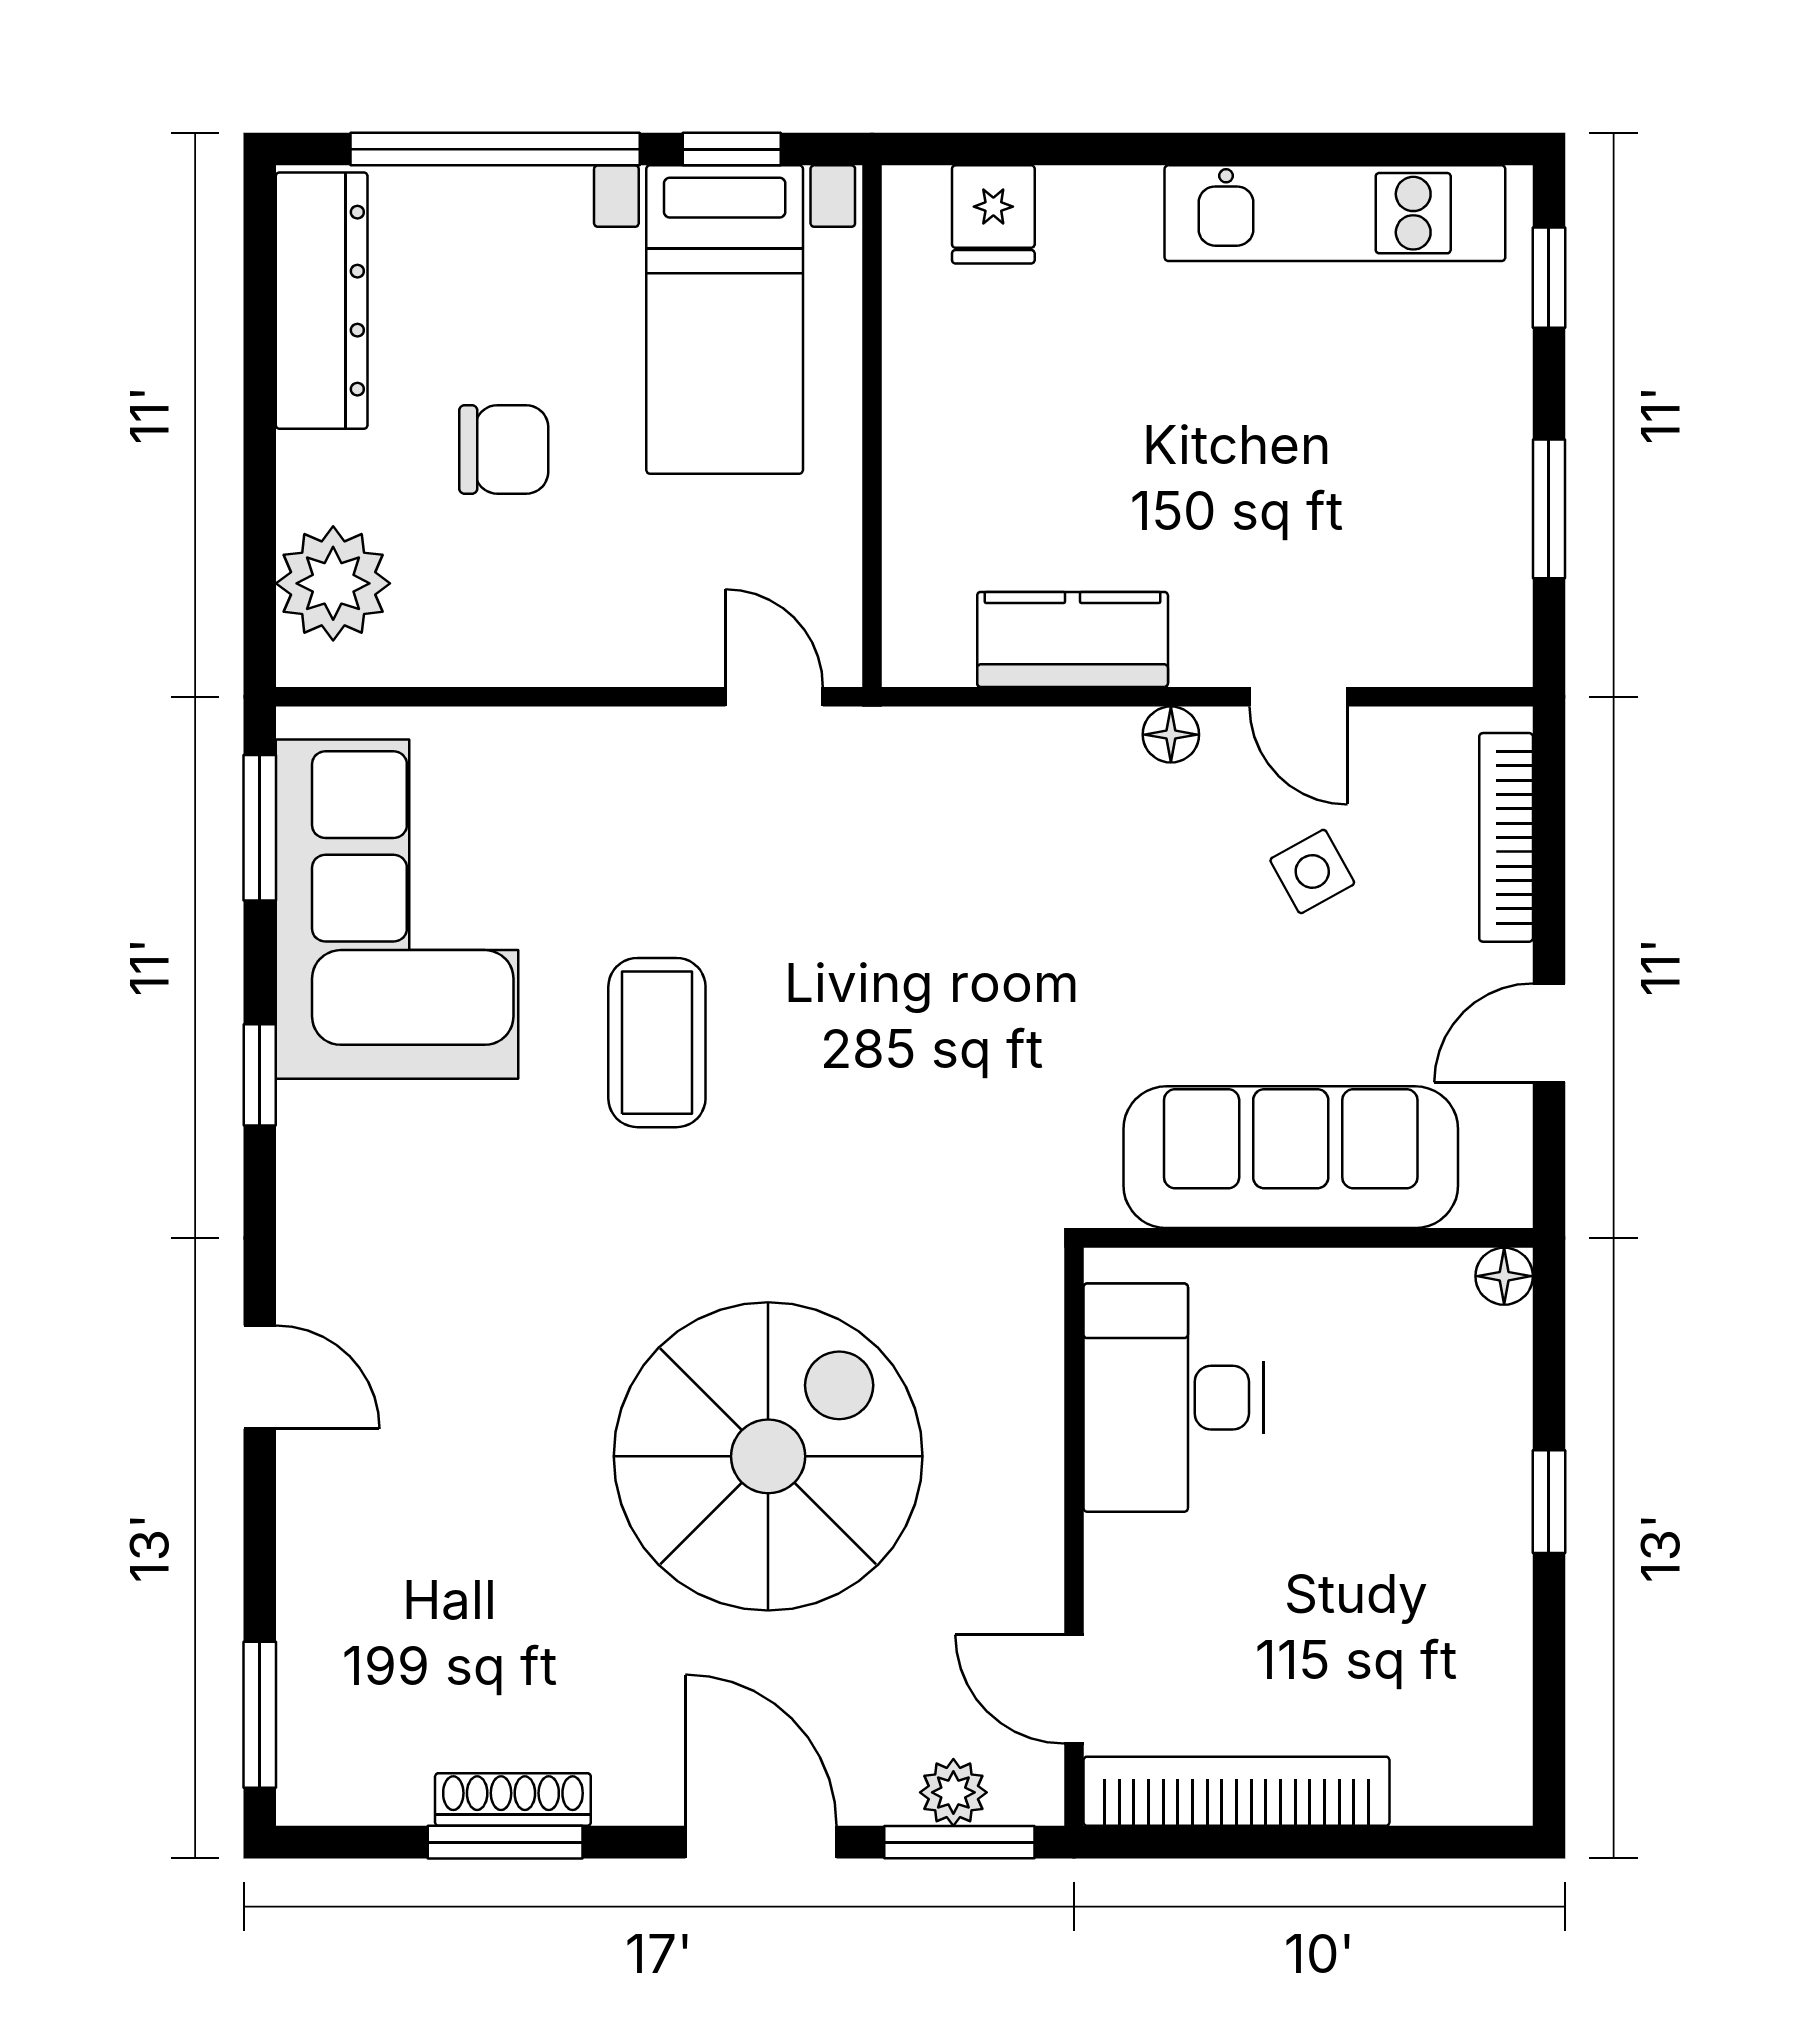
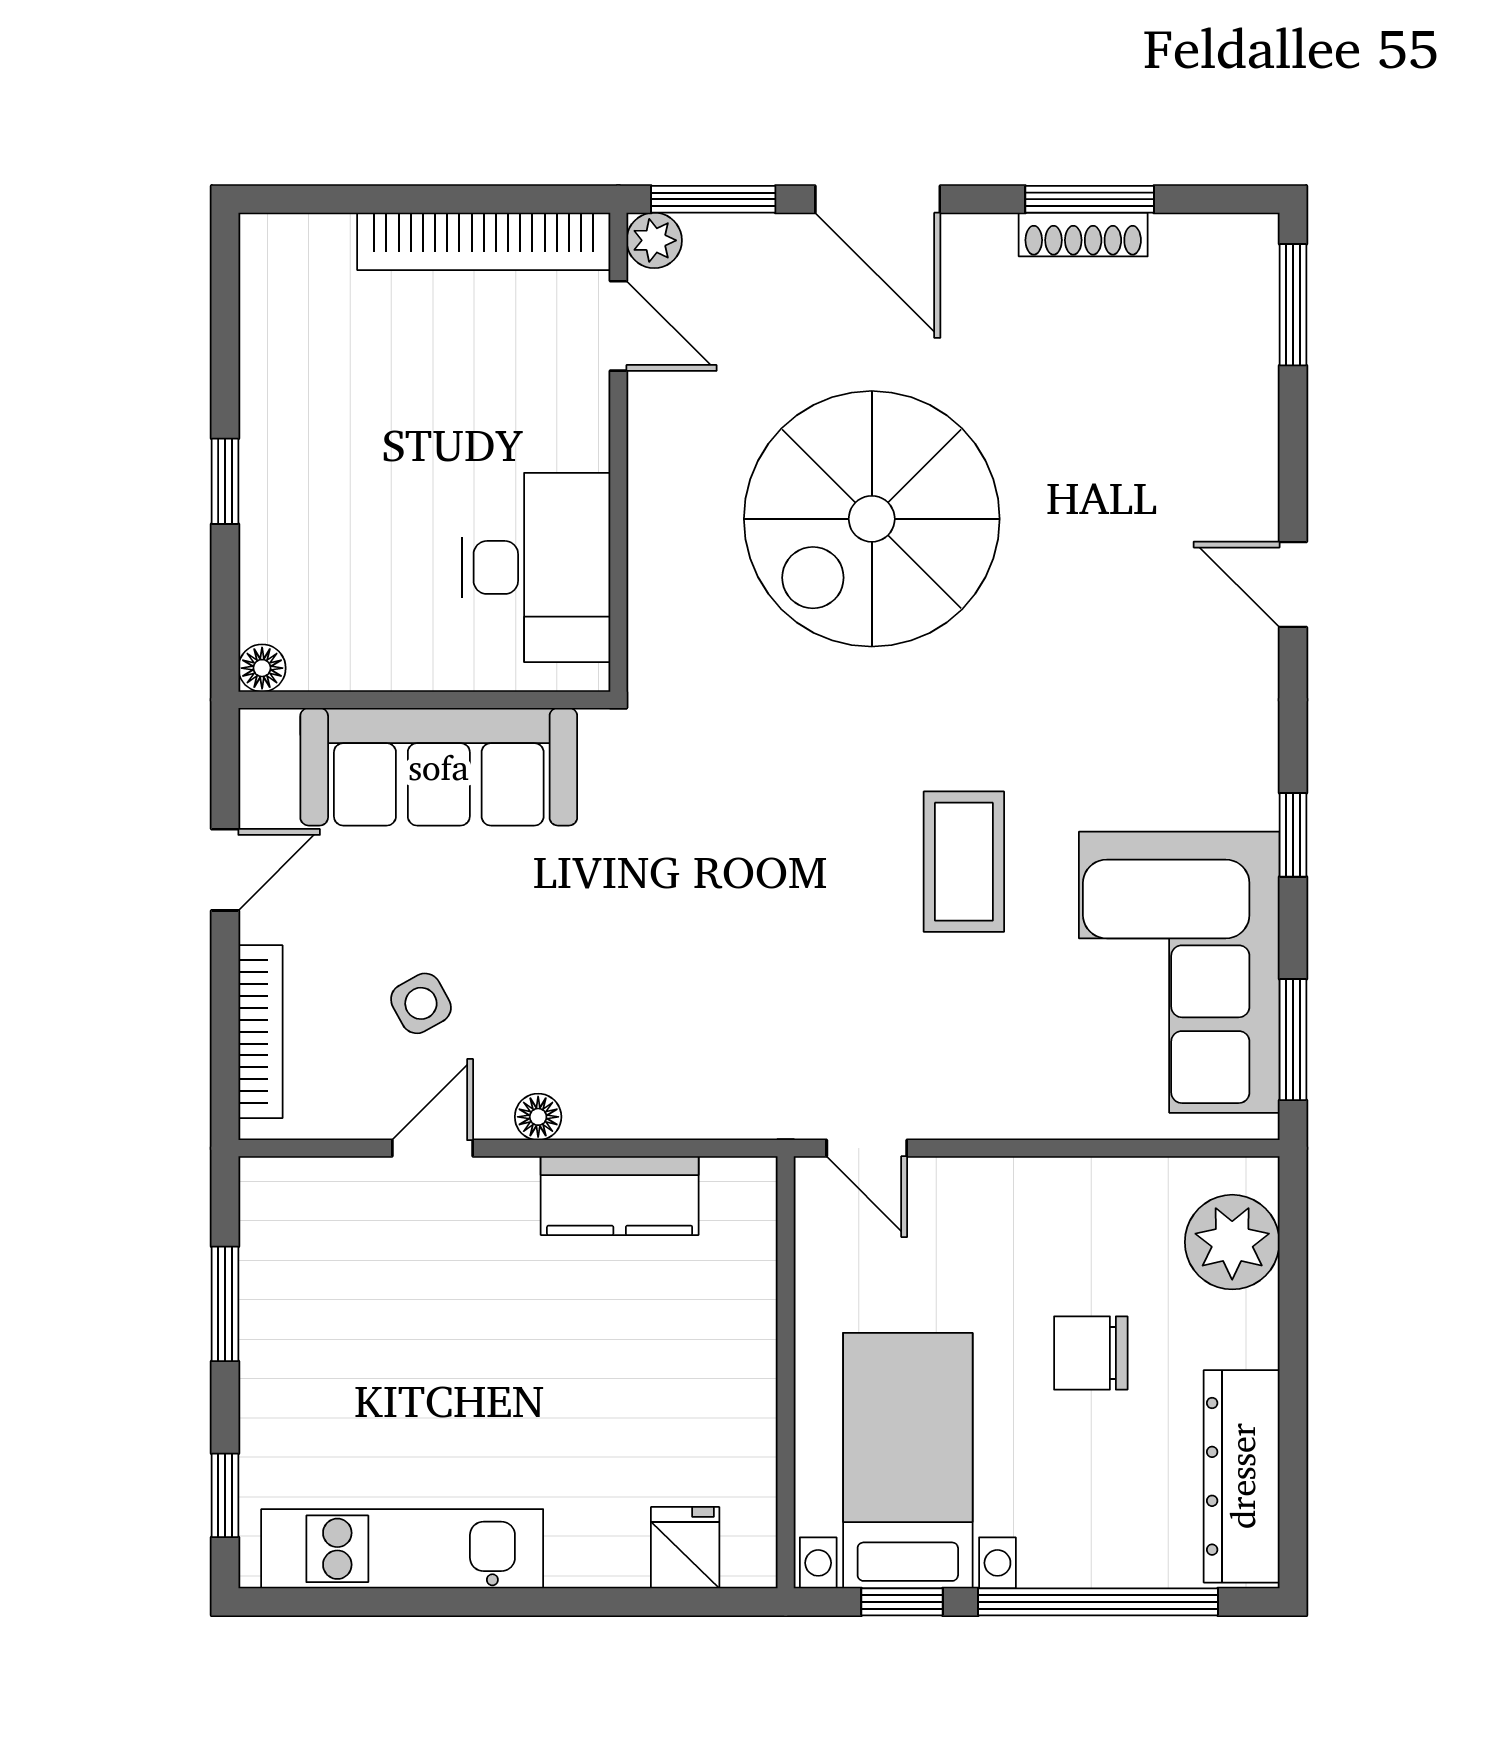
door: (1298, 697) -> (433, 1148), hinge flipped
plant: (953, 1792) -> (654, 240), moved

